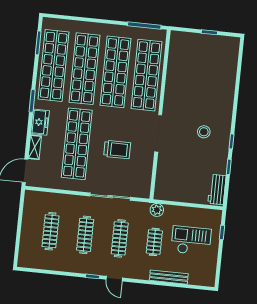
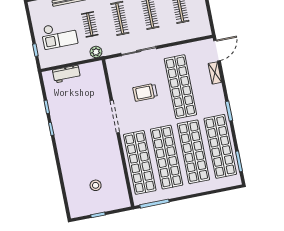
freezer: (40, 122) -> (217, 95), removed
stool: (204, 132) -> (96, 185), moved
workbench: (217, 190) -> (66, 74), moved, turned 90

